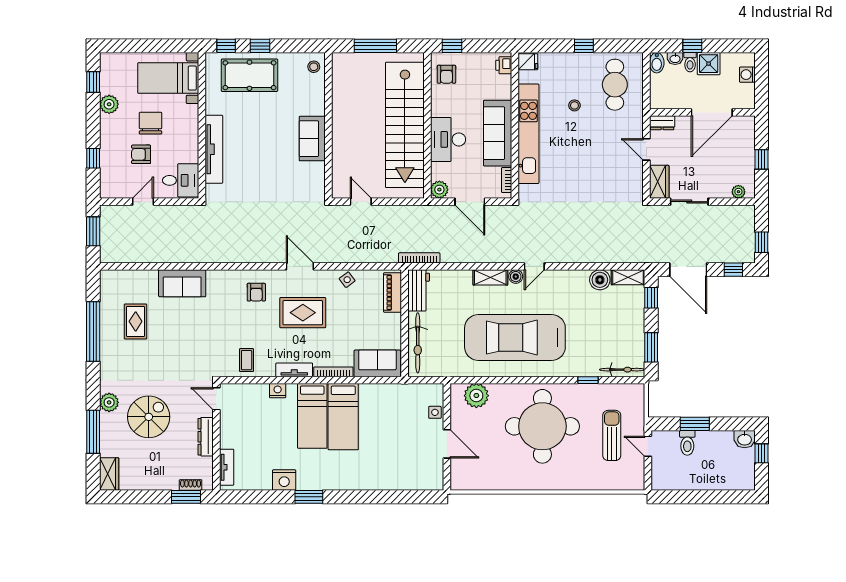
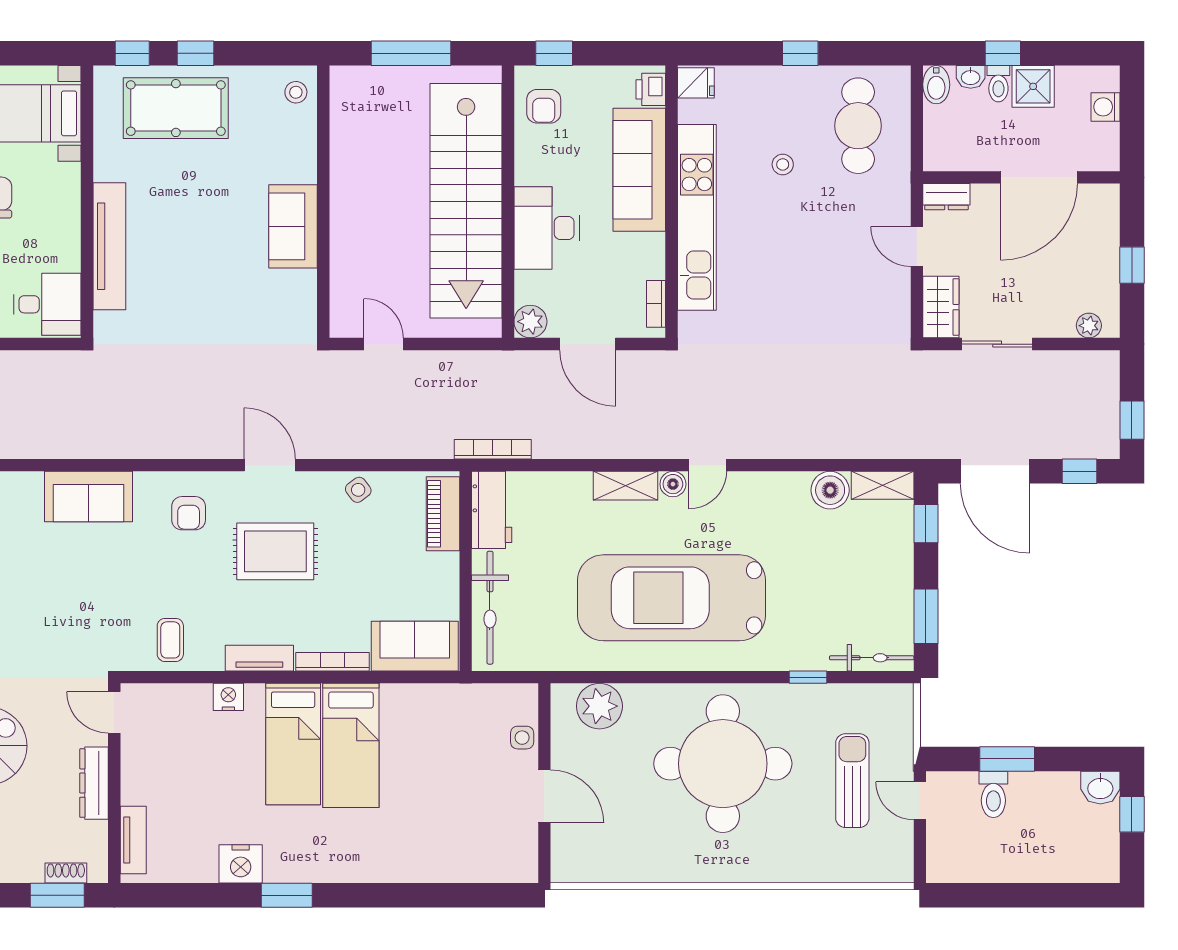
sofa: (498, 133) -> (639, 170), moved
sofa: (182, 283) -> (88, 497), moved

